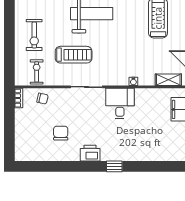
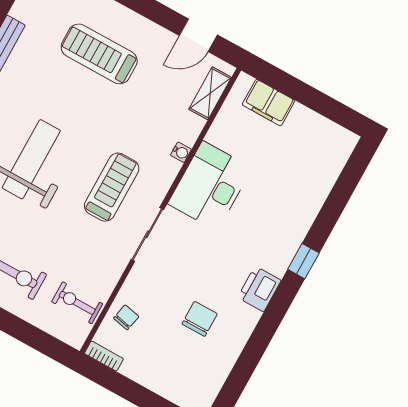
treadmill: (74, 55) -> (112, 187), moved
desk: (120, 103) -> (210, 186), width x1.37
chair: (61, 133) -> (200, 319), turned 90

